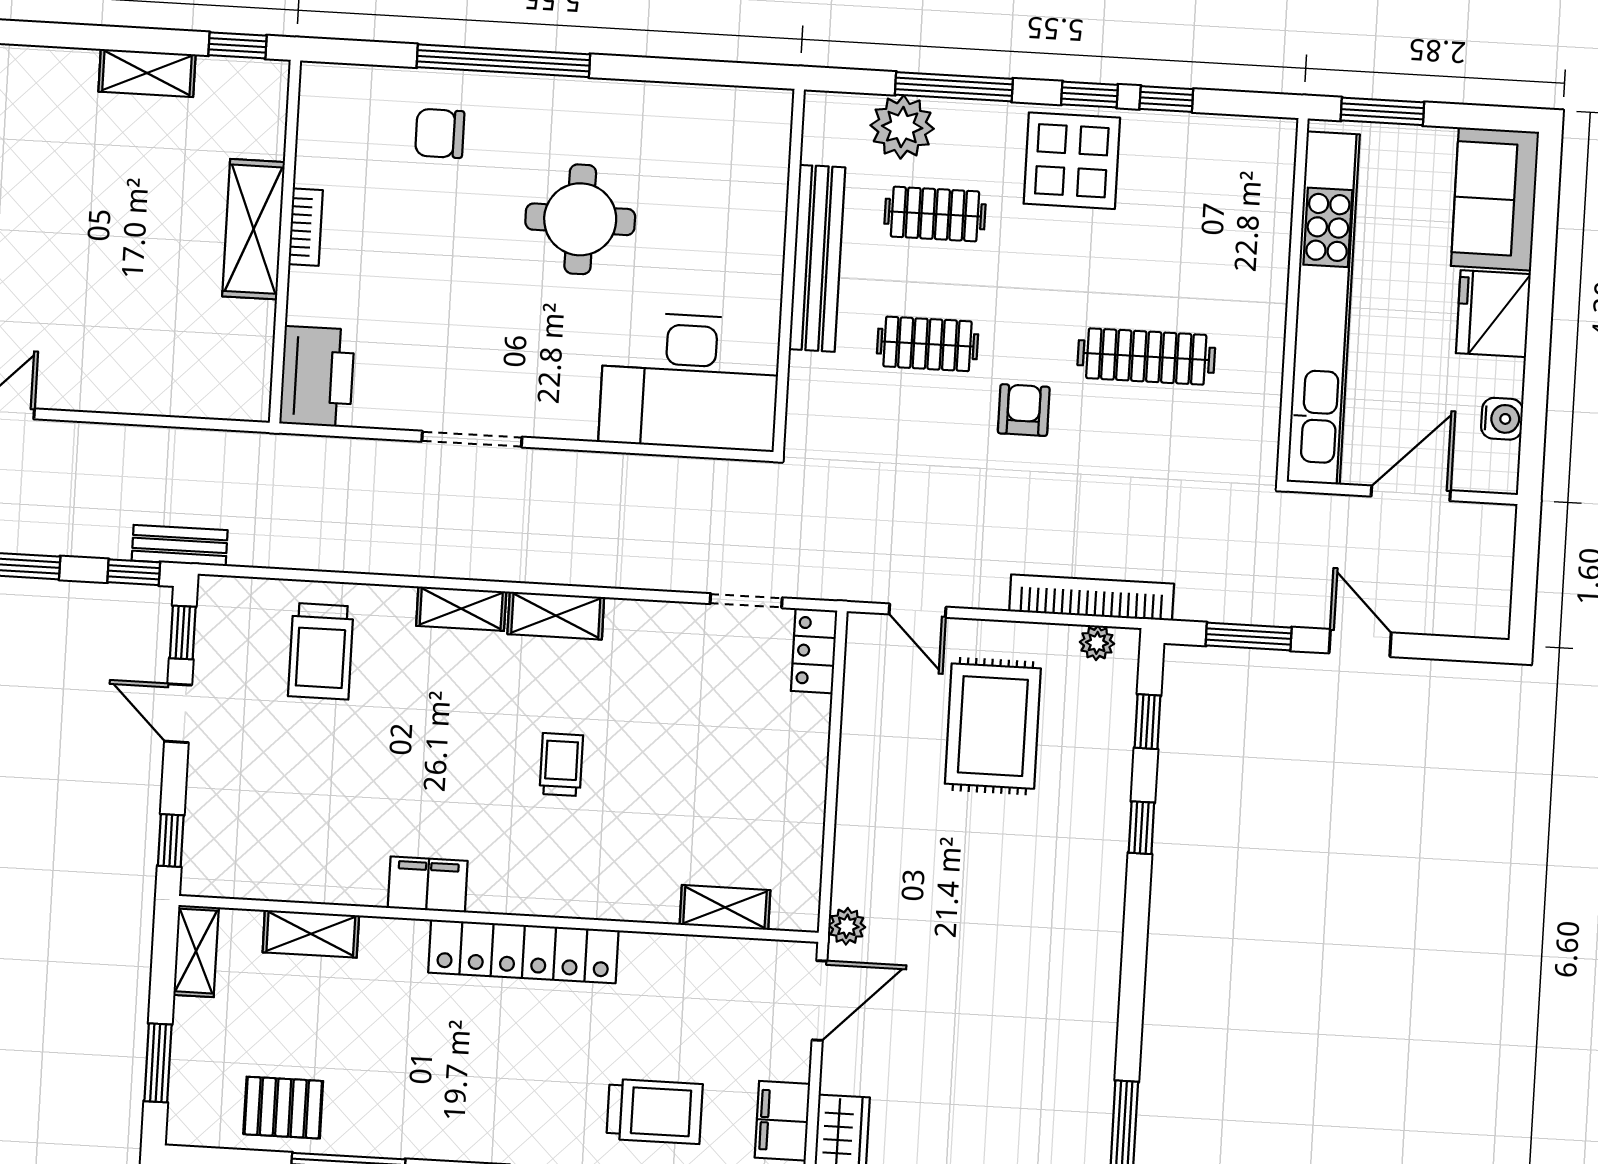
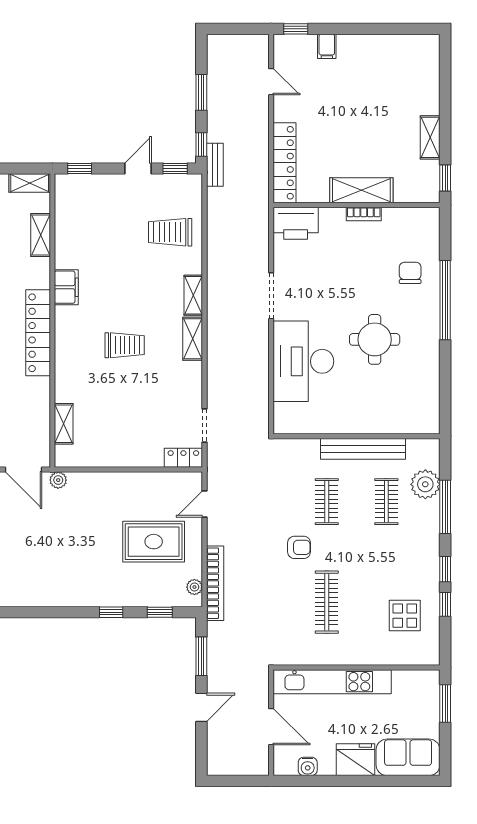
display table: (1072, 161) -> (405, 616), moved, width x0.73, depth x0.73
kitchen unit: (1323, 308) -> (332, 682), width x0.73
desk: (690, 381) -> (303, 361), moved
locker: (184, 393) -> (285, 163), added
trolley: (561, 765) -> (125, 345), width x1.36, depth x1.39

